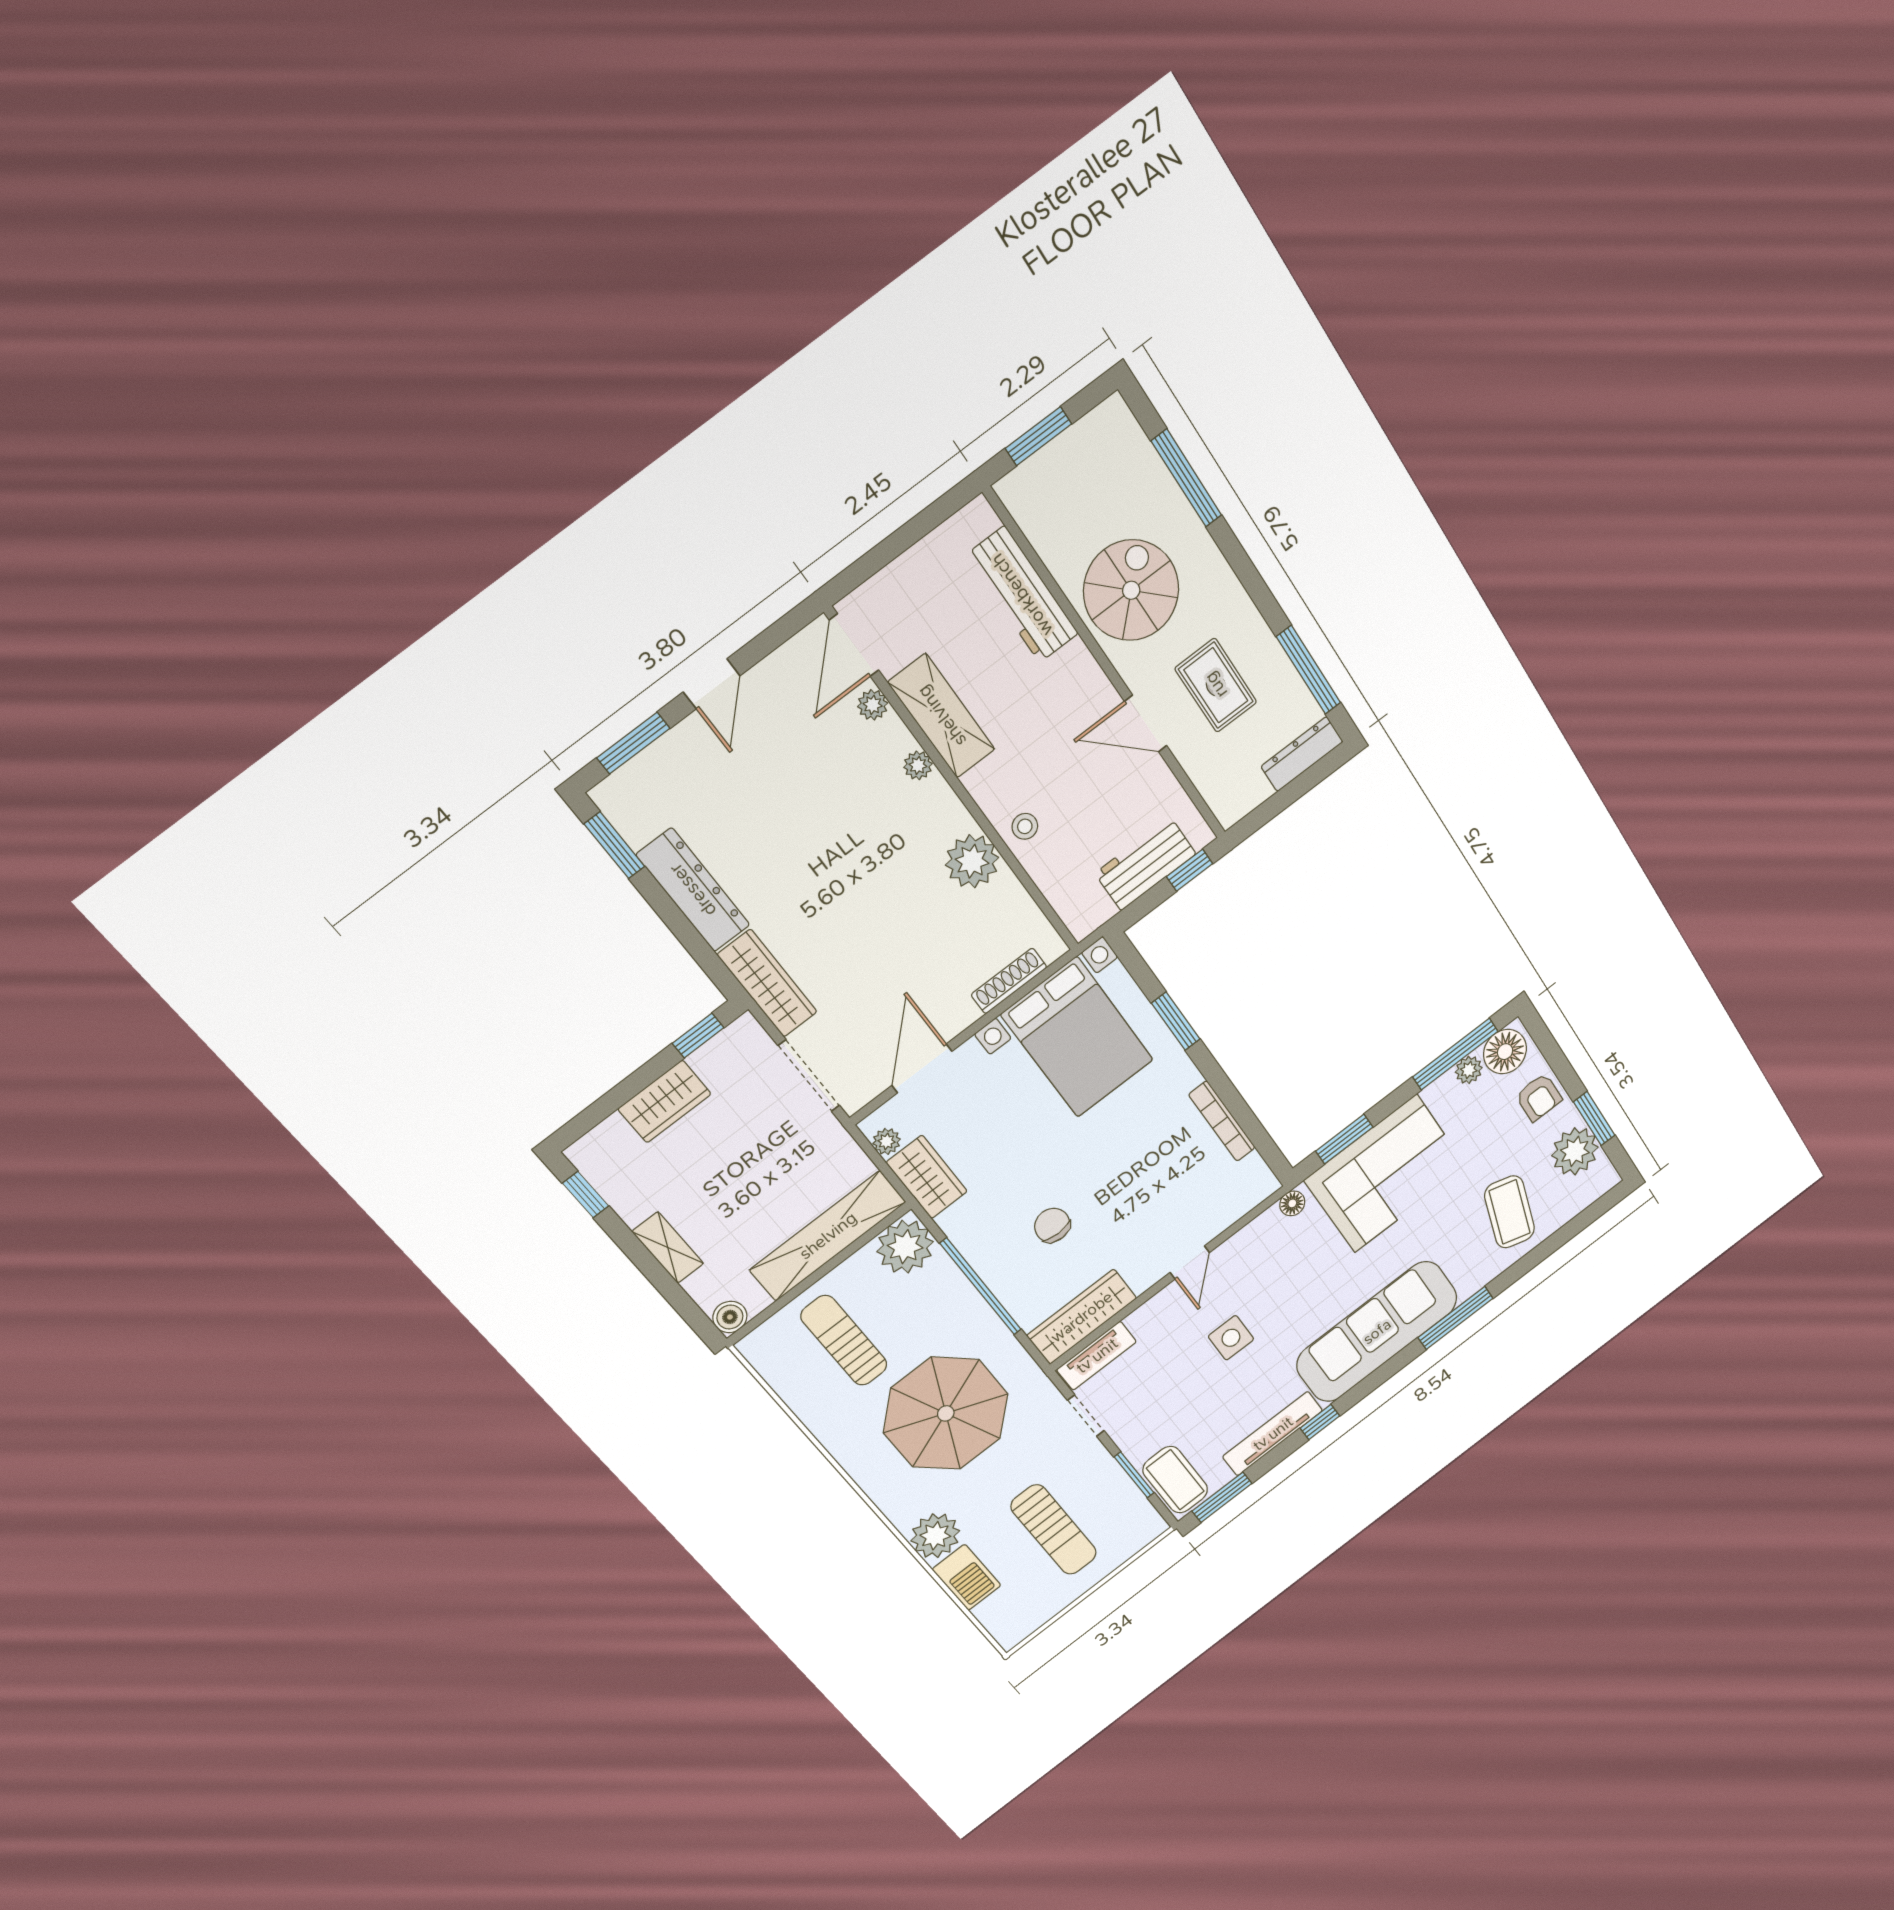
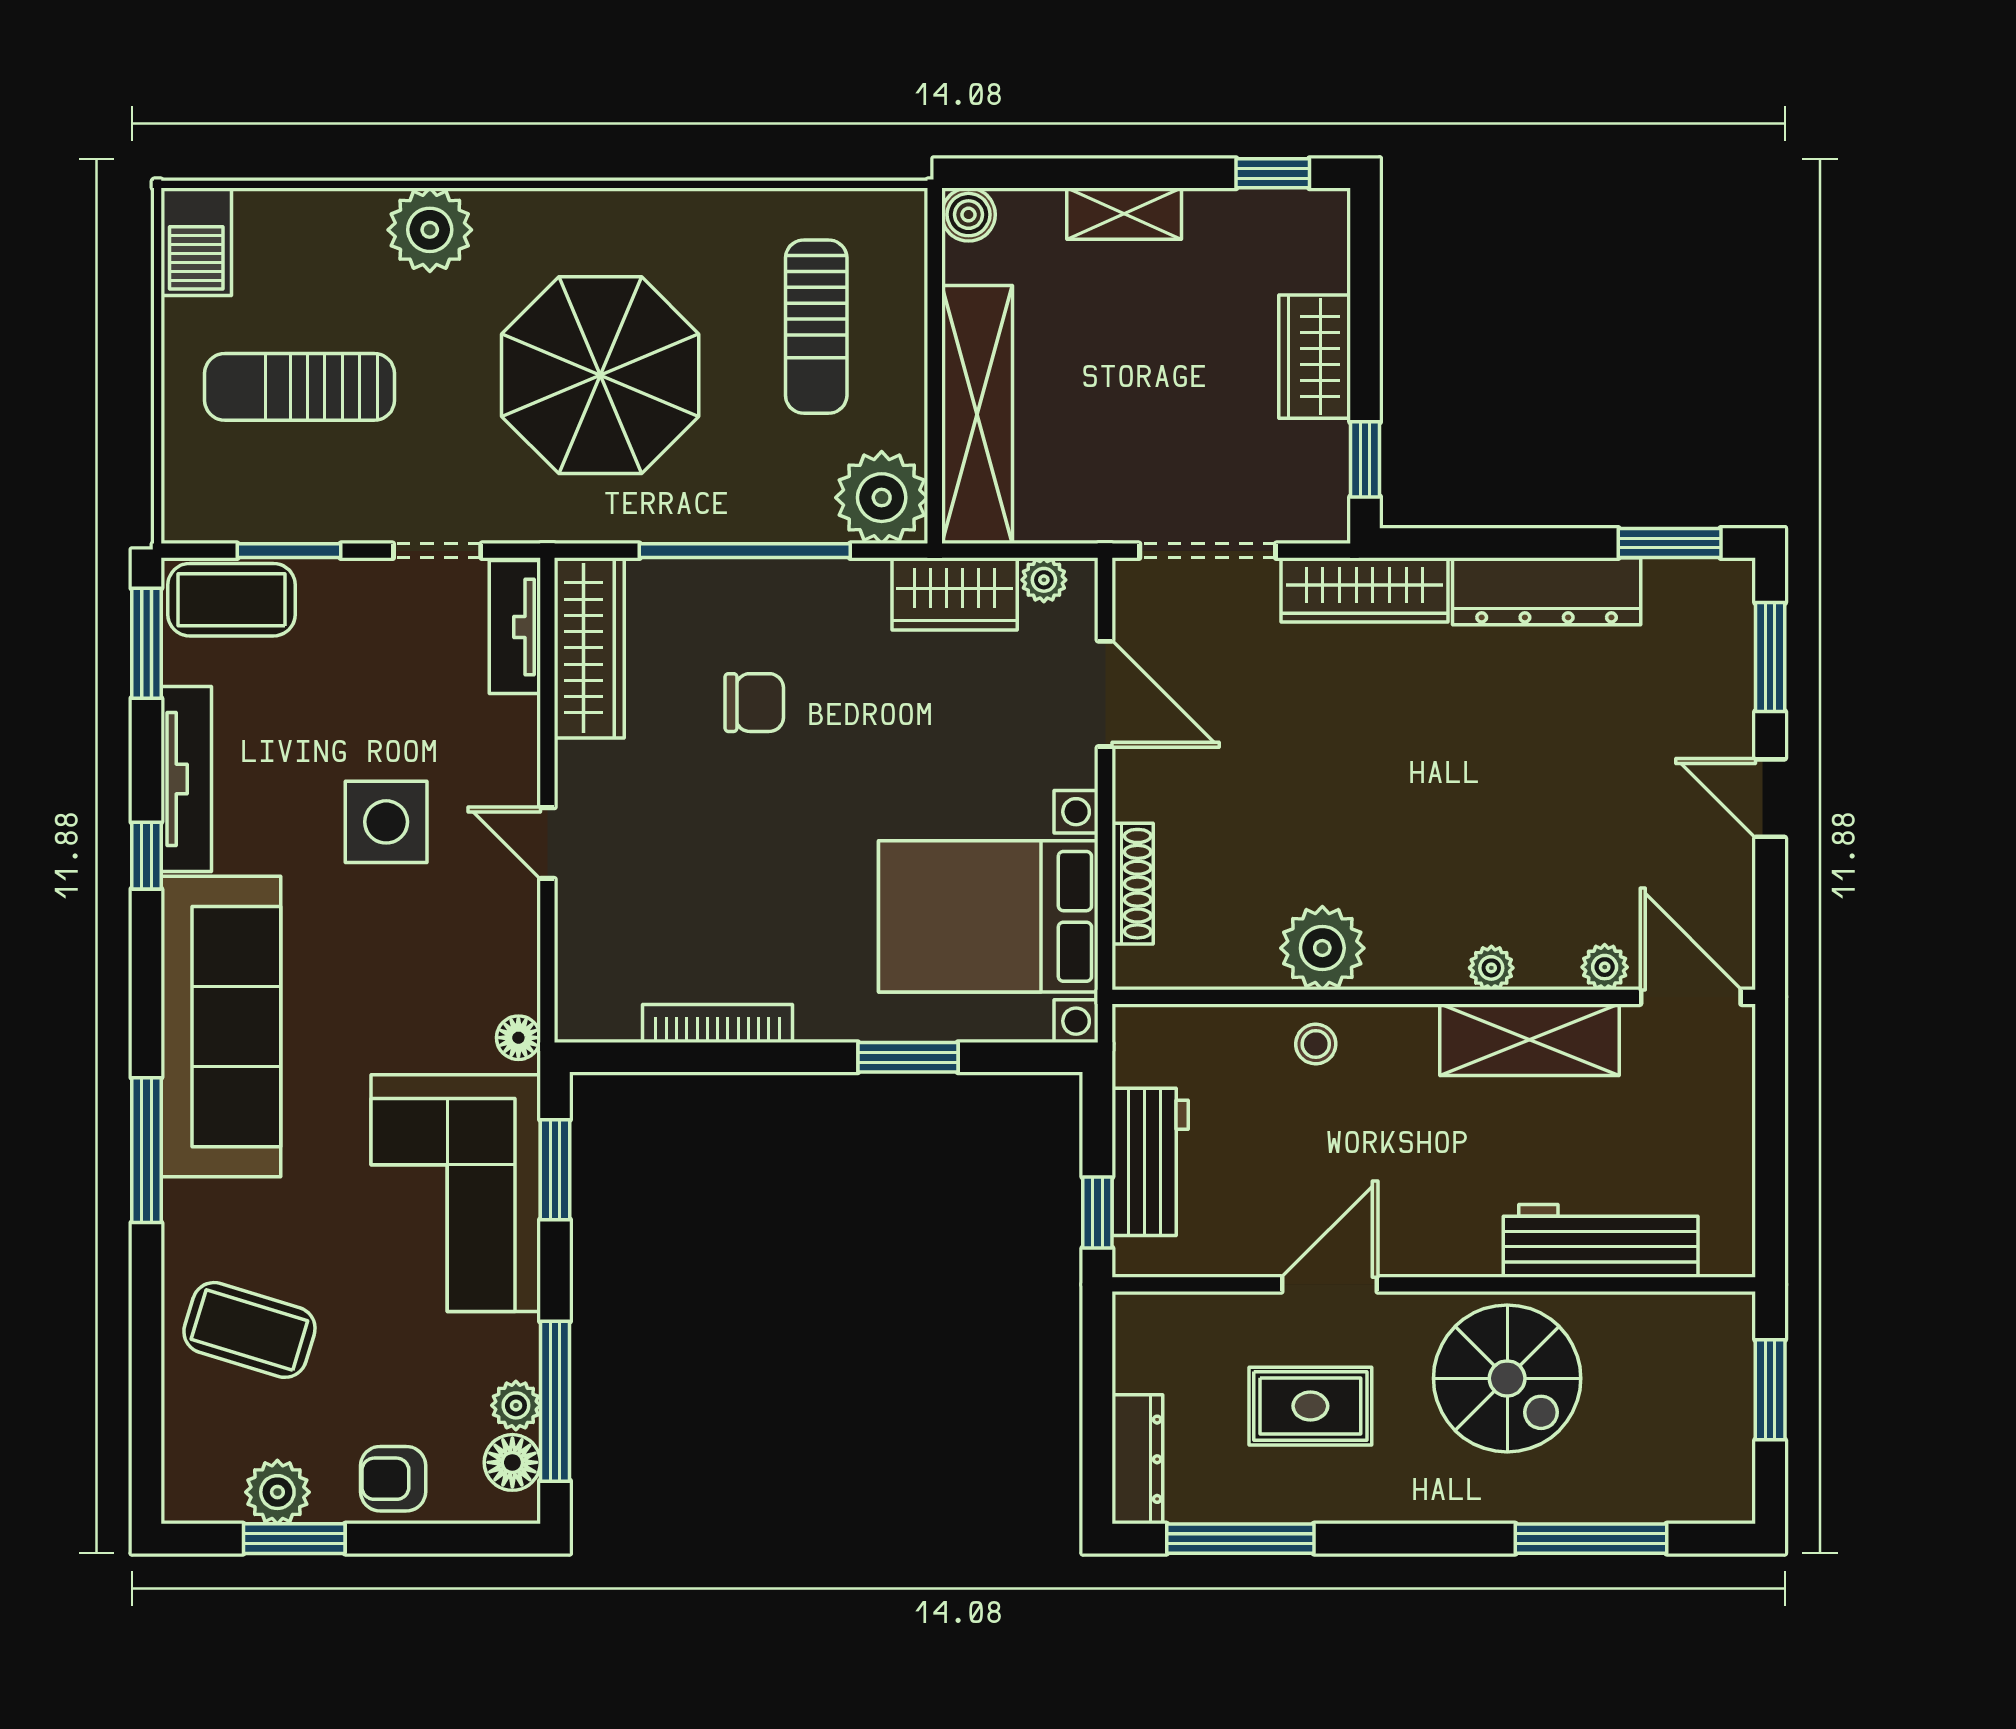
floor lamp: (1505, 1052) -> (512, 1462), width x0.73, depth x0.73
plant: (1575, 1151) -> (277, 1492), width x0.73, depth x0.73
side table: (1231, 1338) -> (386, 822), width x1.37, depth x1.37
sun lounger: (844, 1340) -> (816, 327), turned 90
barbecue: (967, 1577) -> (196, 242), moved, turned -90

